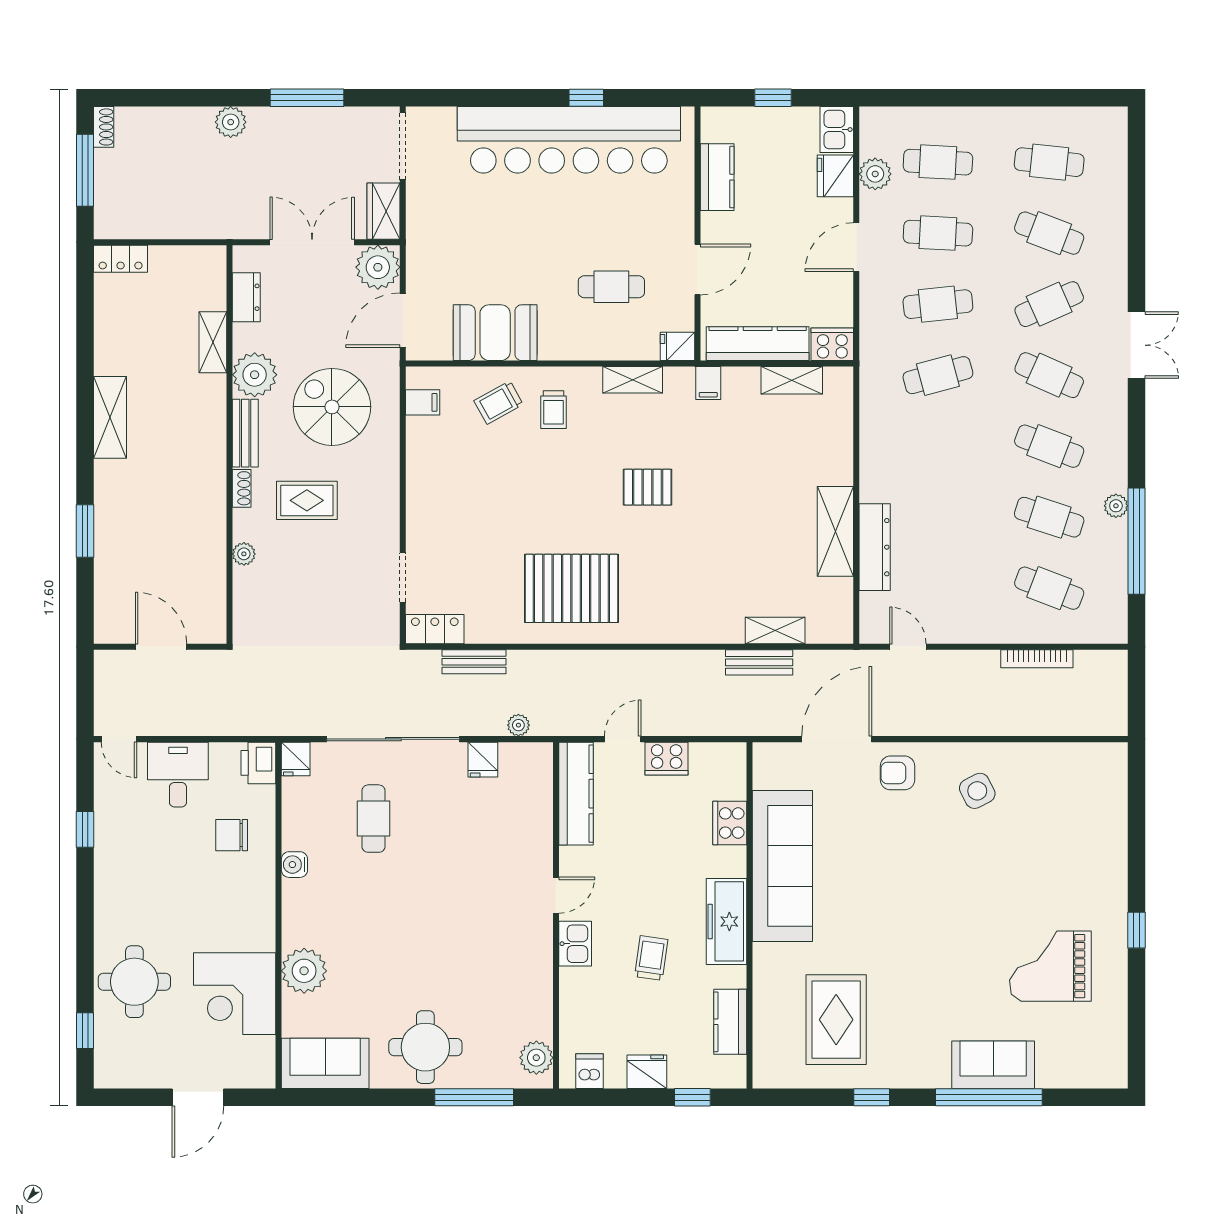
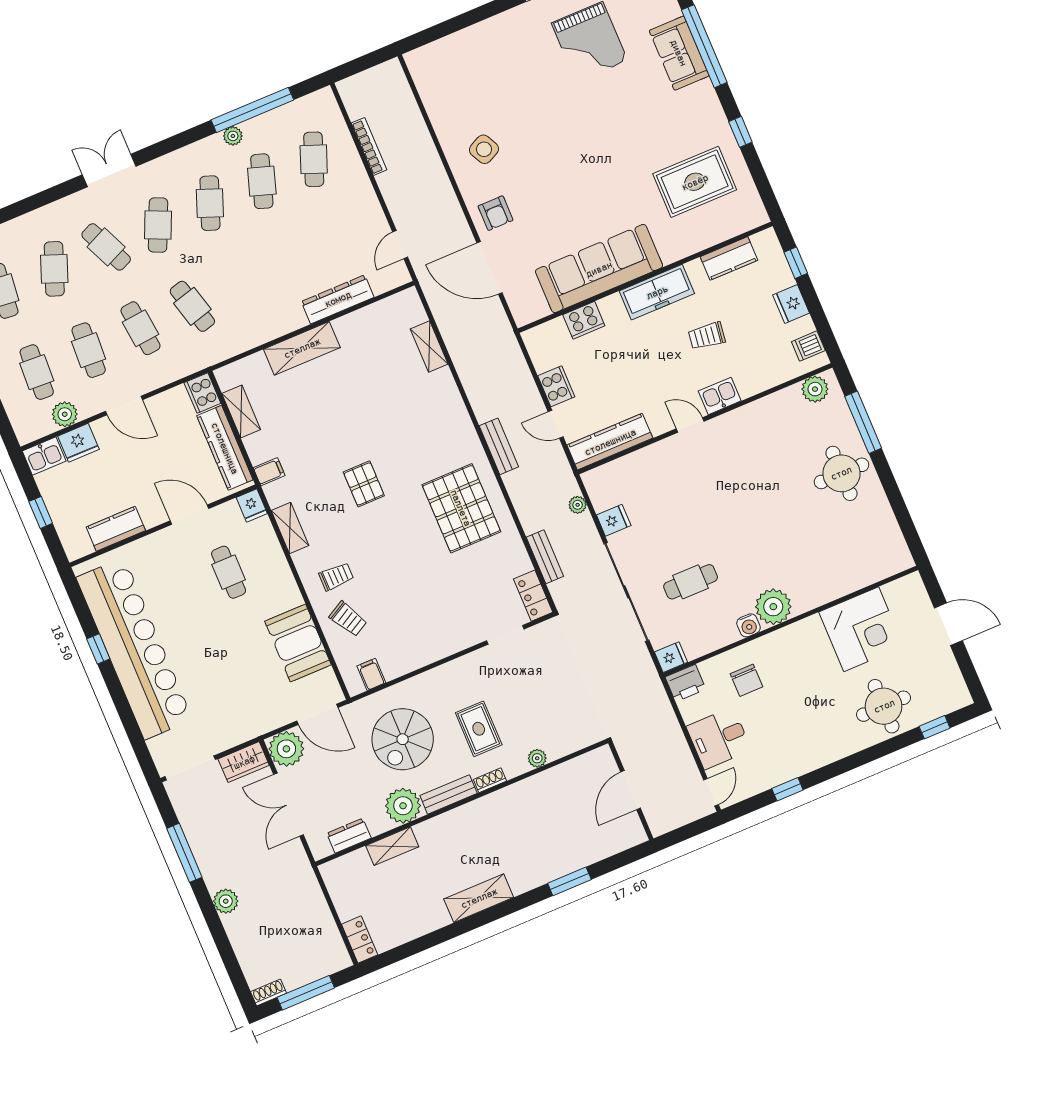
shelving: (835, 531) -> (302, 348), moved
bench: (759, 662) -> (499, 446), moved
plant: (304, 971) -> (773, 607), moved
sofa: (325, 1063) -> (884, 542), removed

